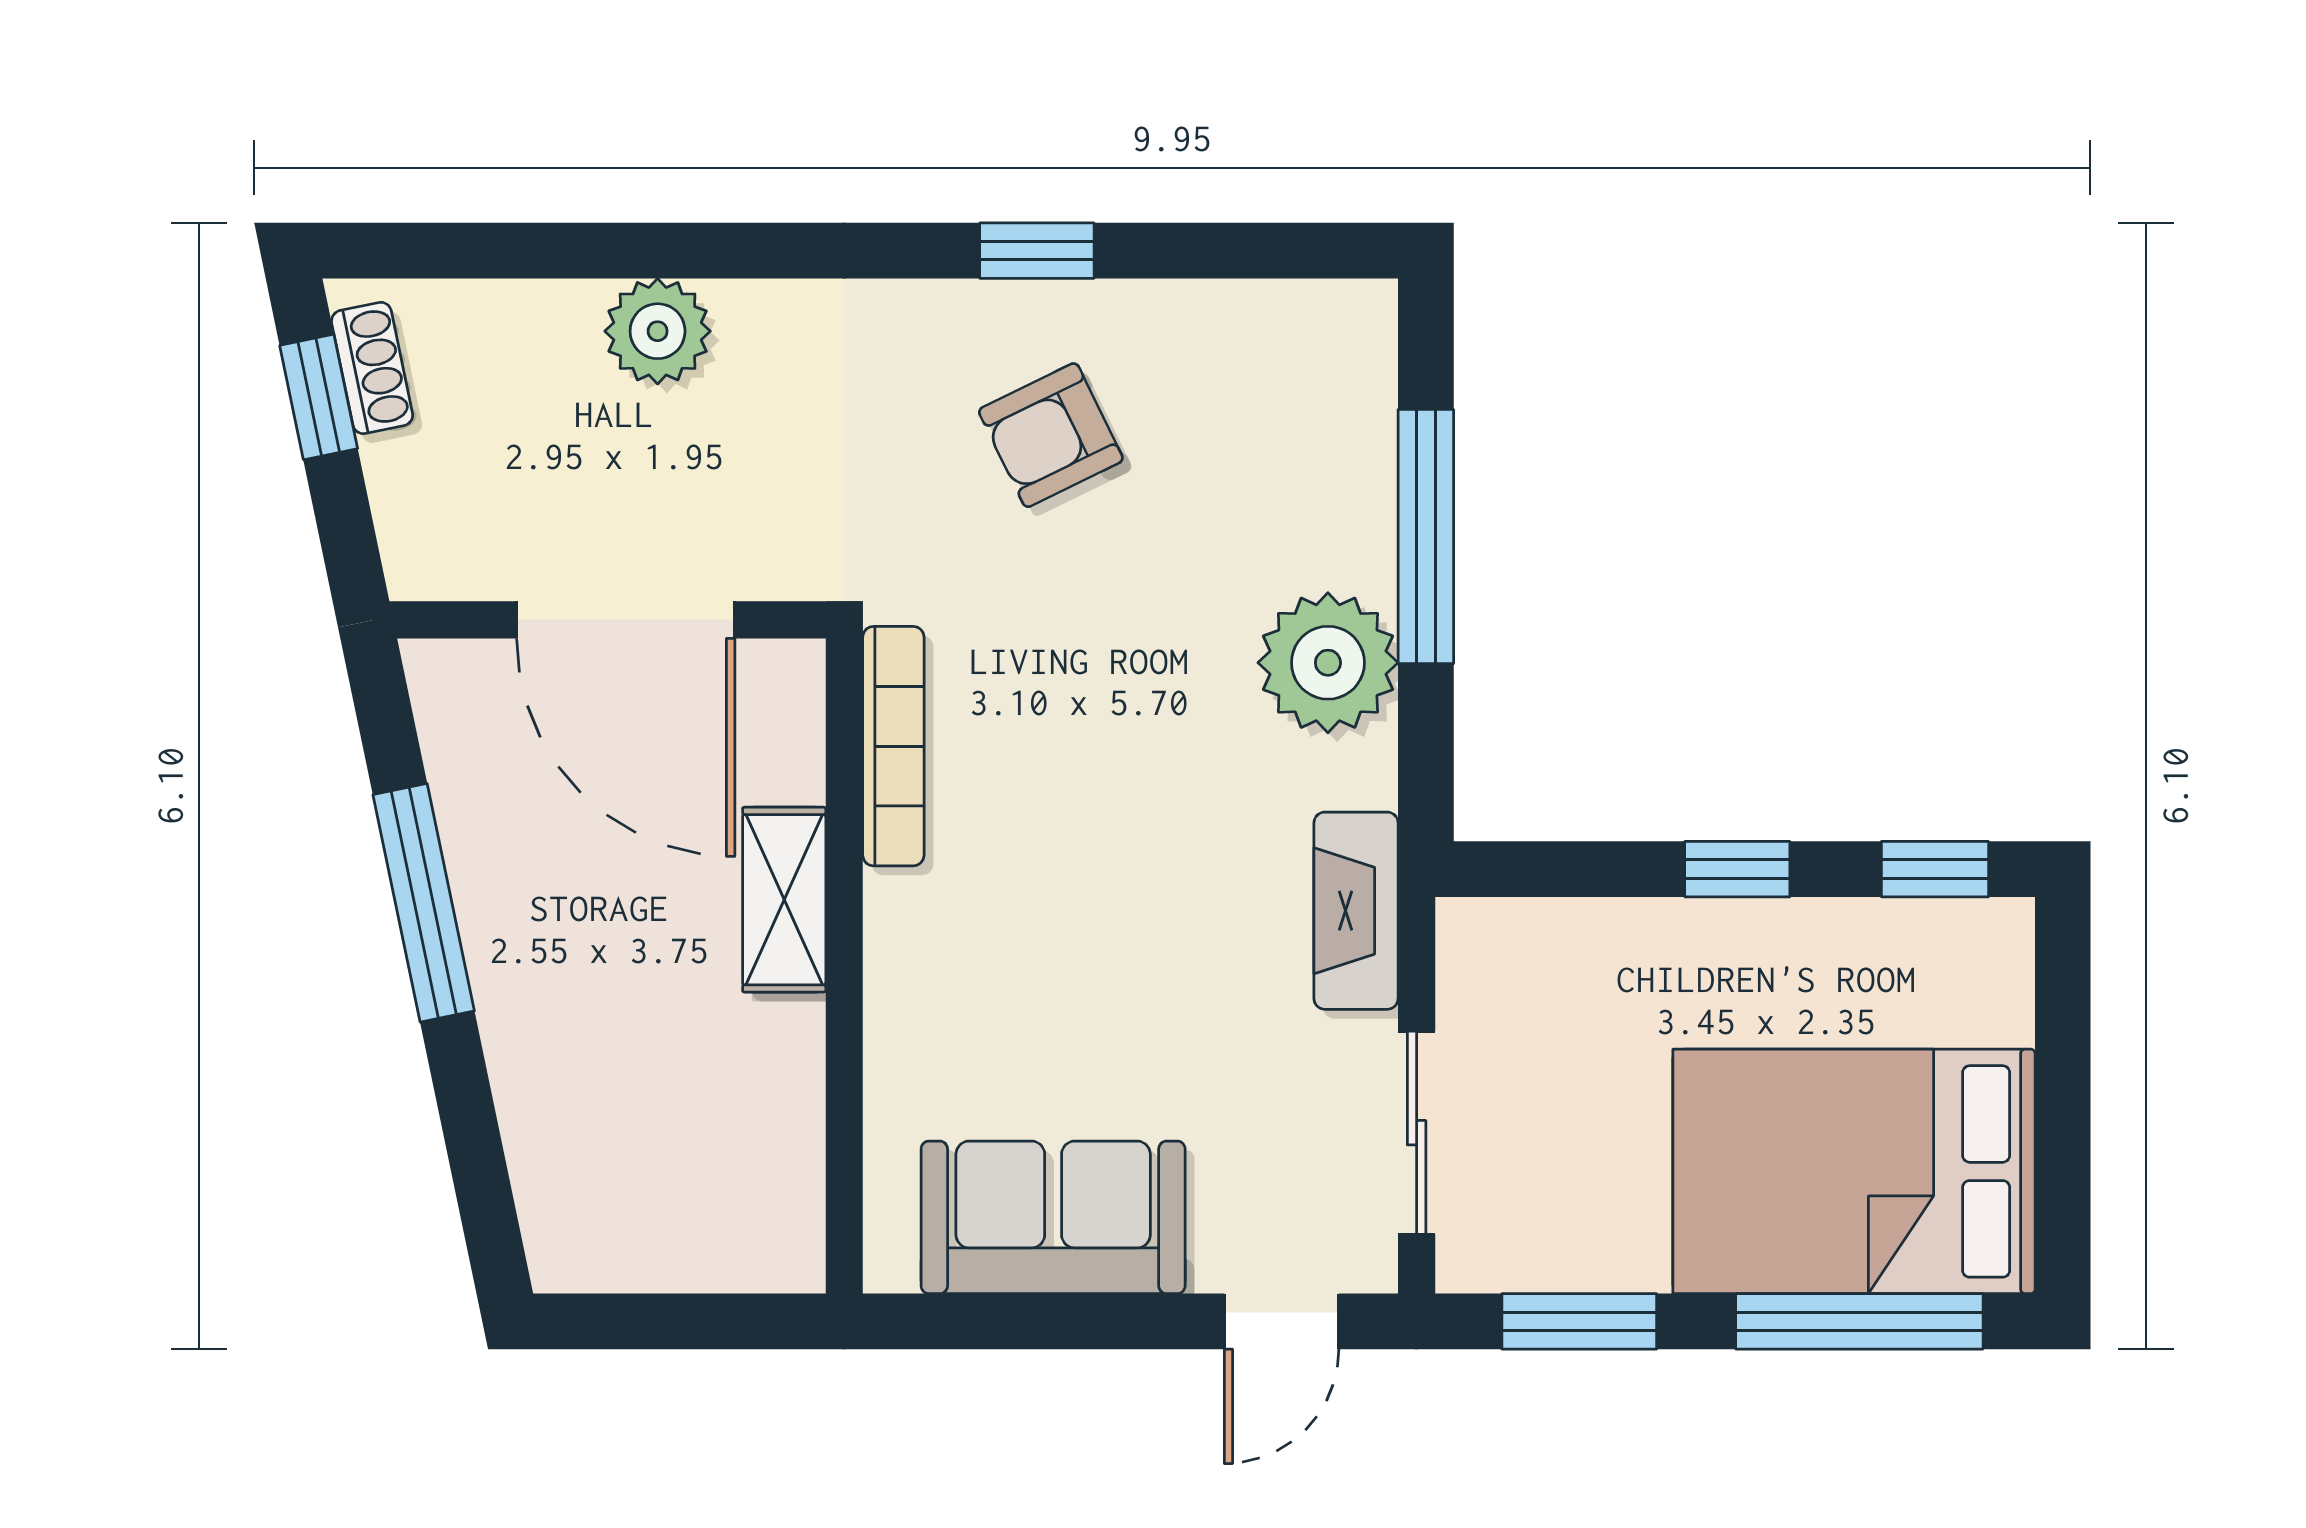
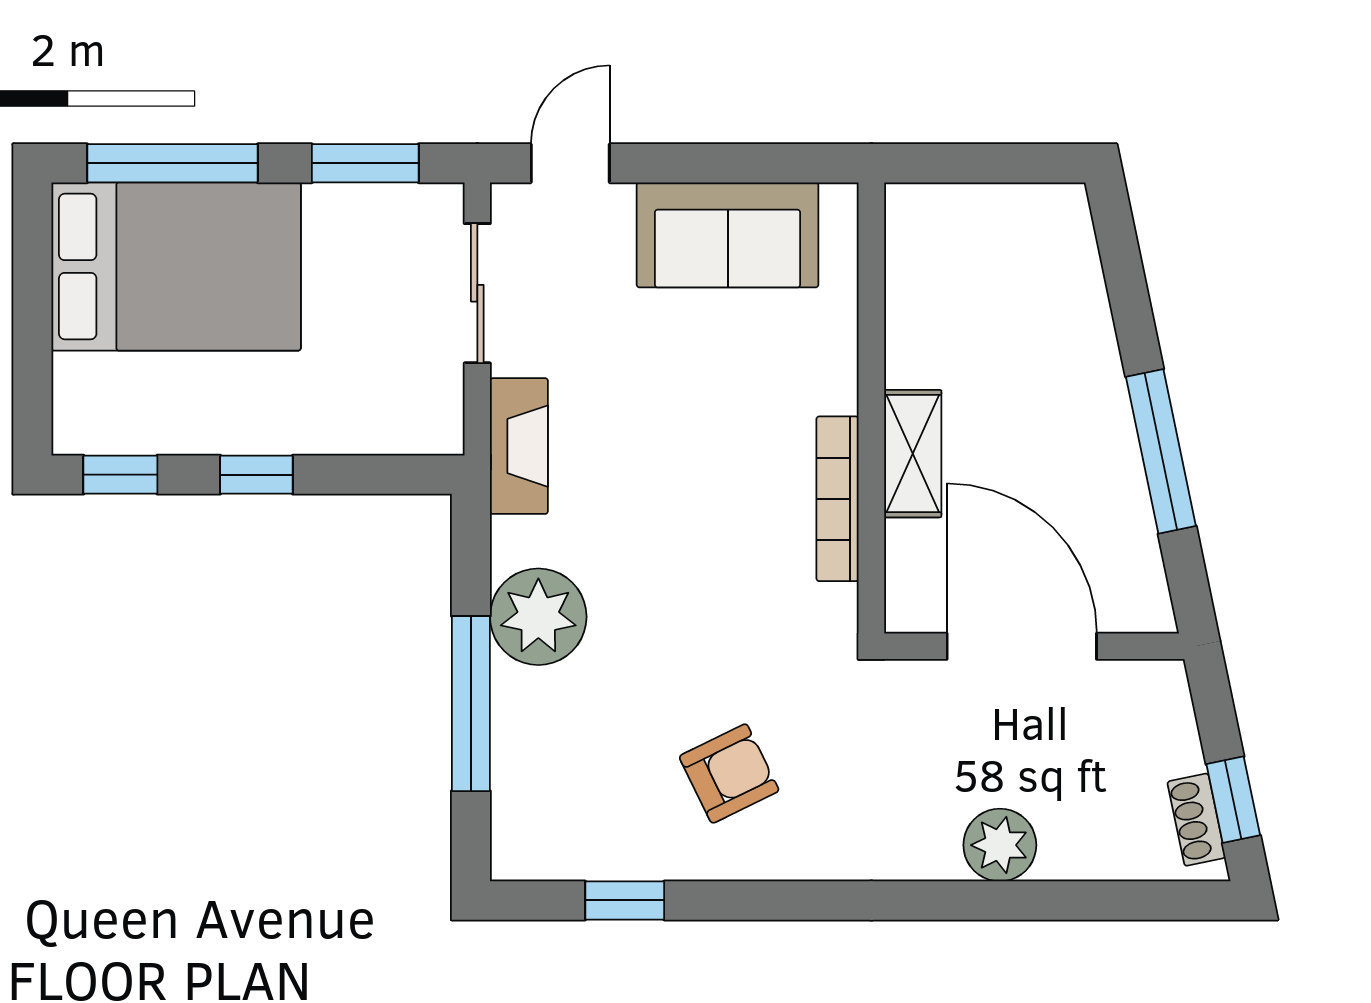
window: (1037, 251) -> (625, 900), moved
bookcase: (893, 746) -> (838, 499), moved

